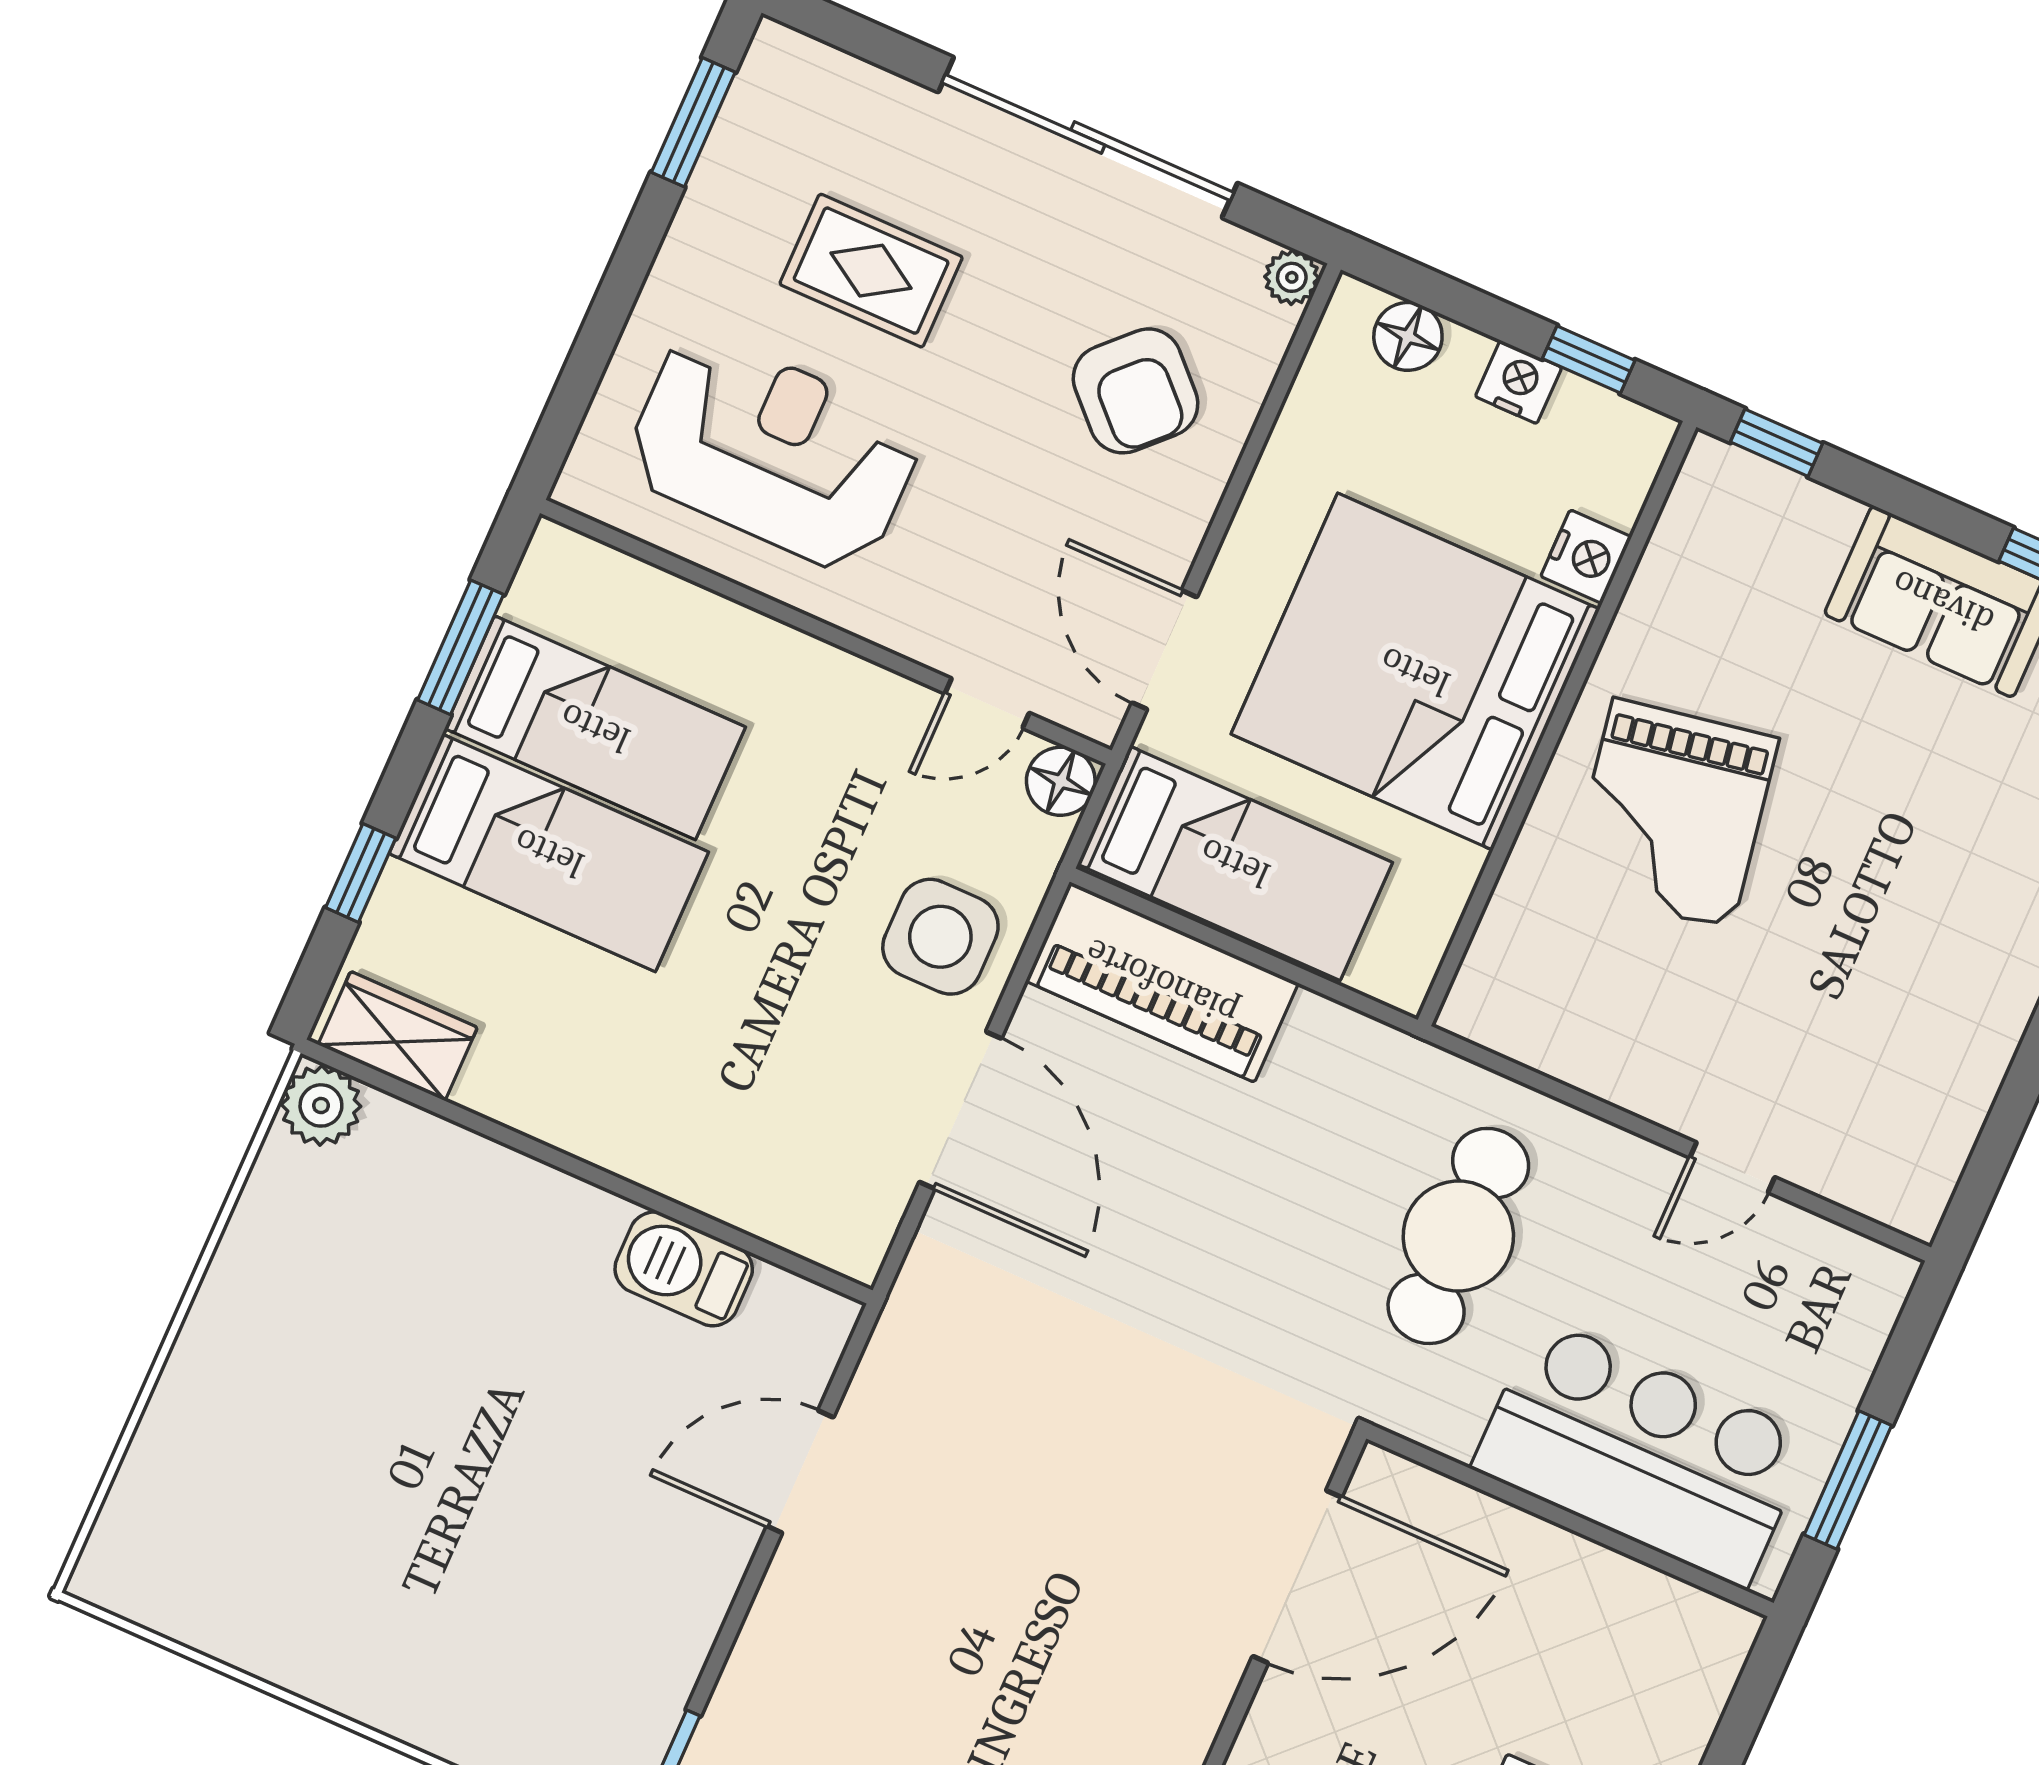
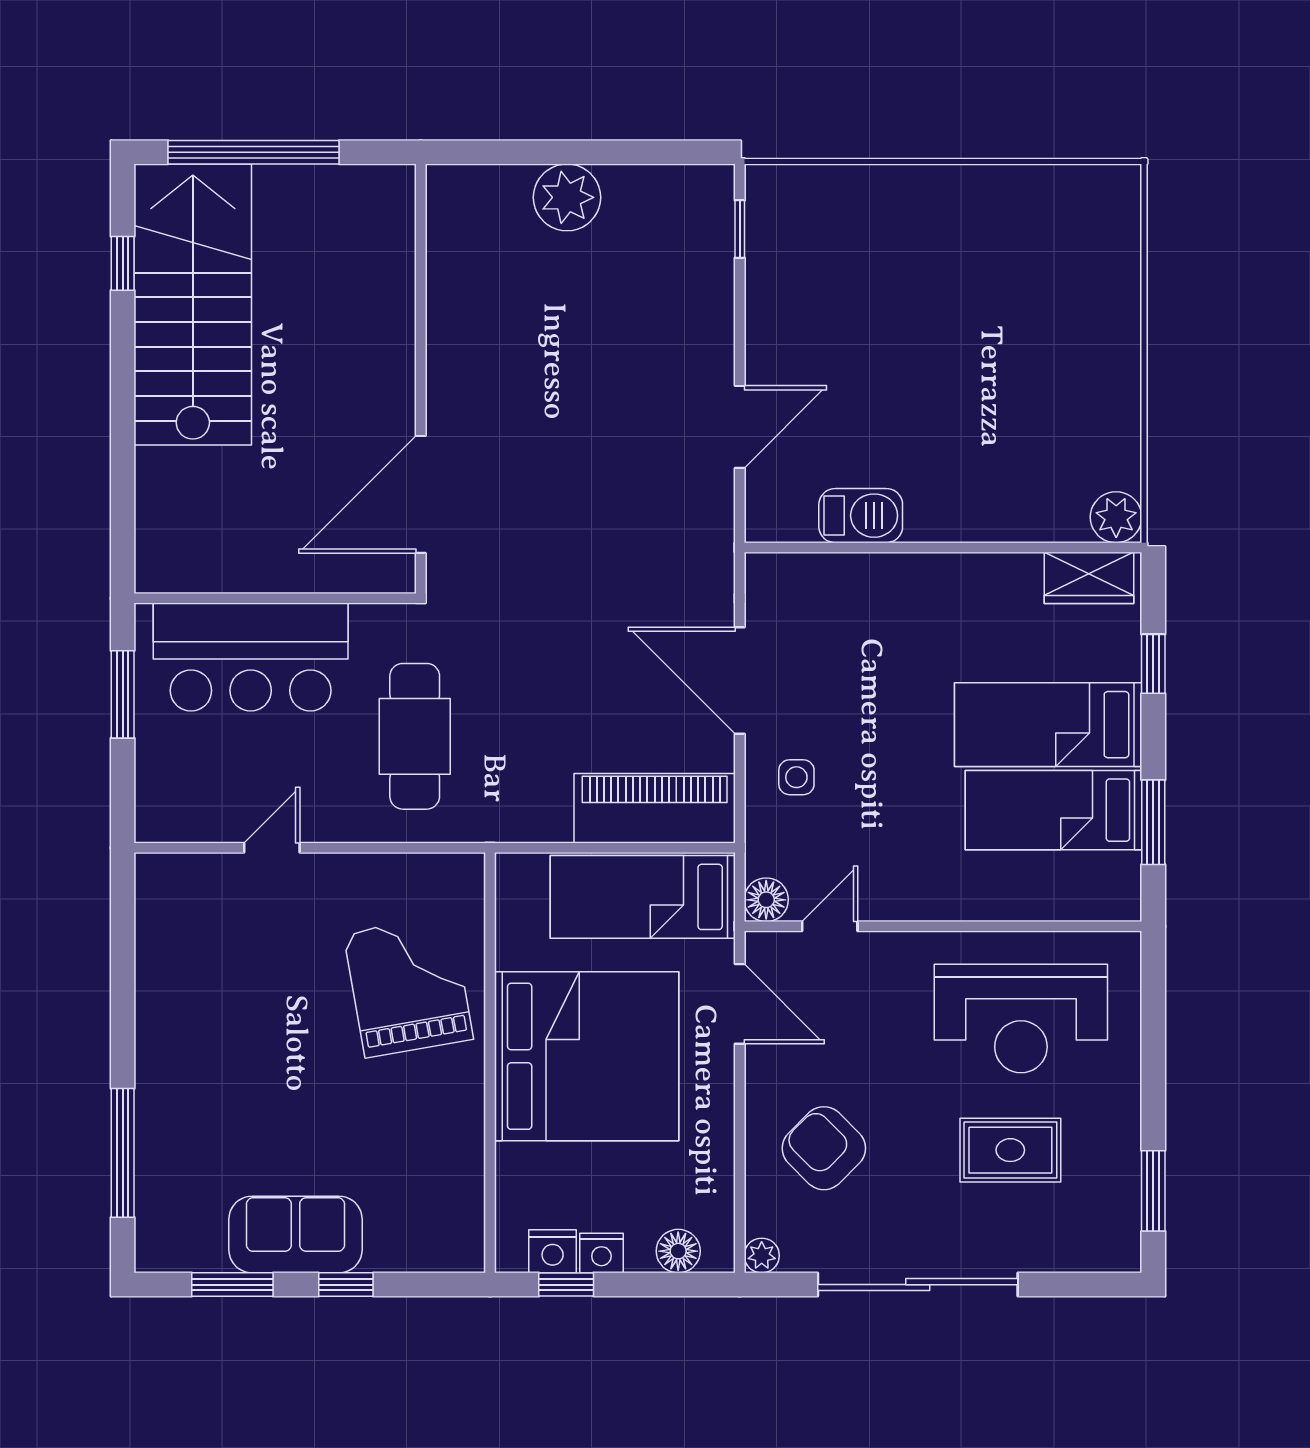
window: (1776, 443) -> (346, 1285), moved
nightstand: (1586, 557) -> (553, 1251), moved, turned -90
grand piano: (1673, 814) -> (408, 986), moved
side table: (940, 937) -> (796, 777), width x0.54, depth x0.54

